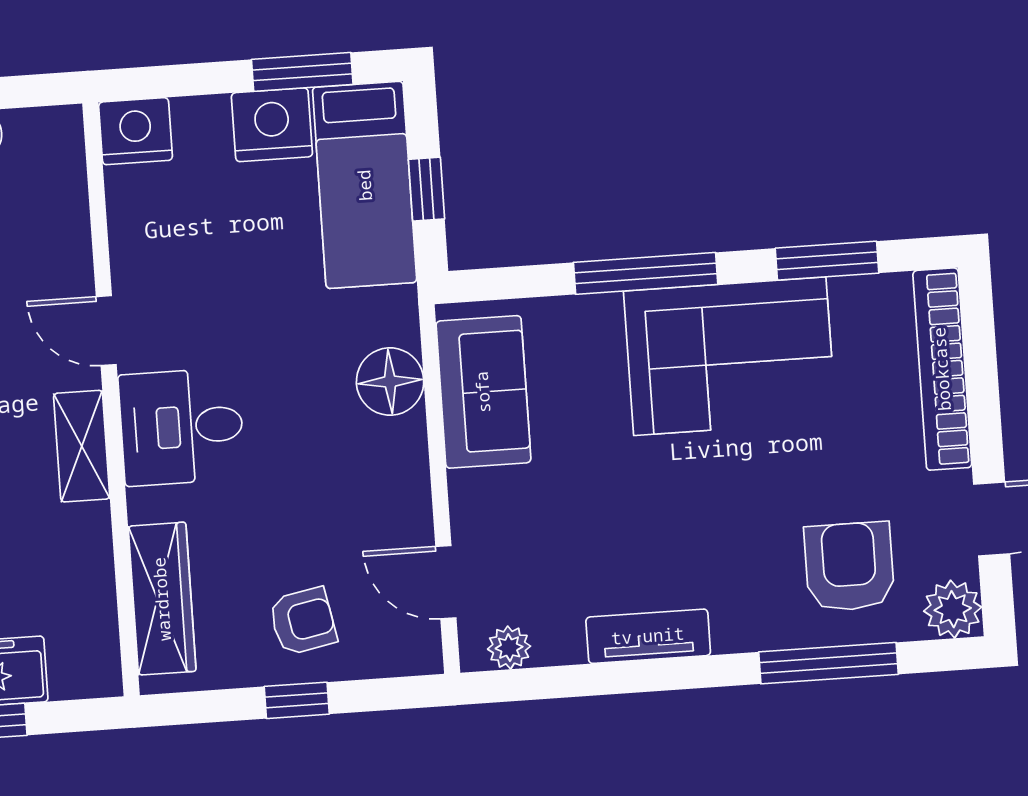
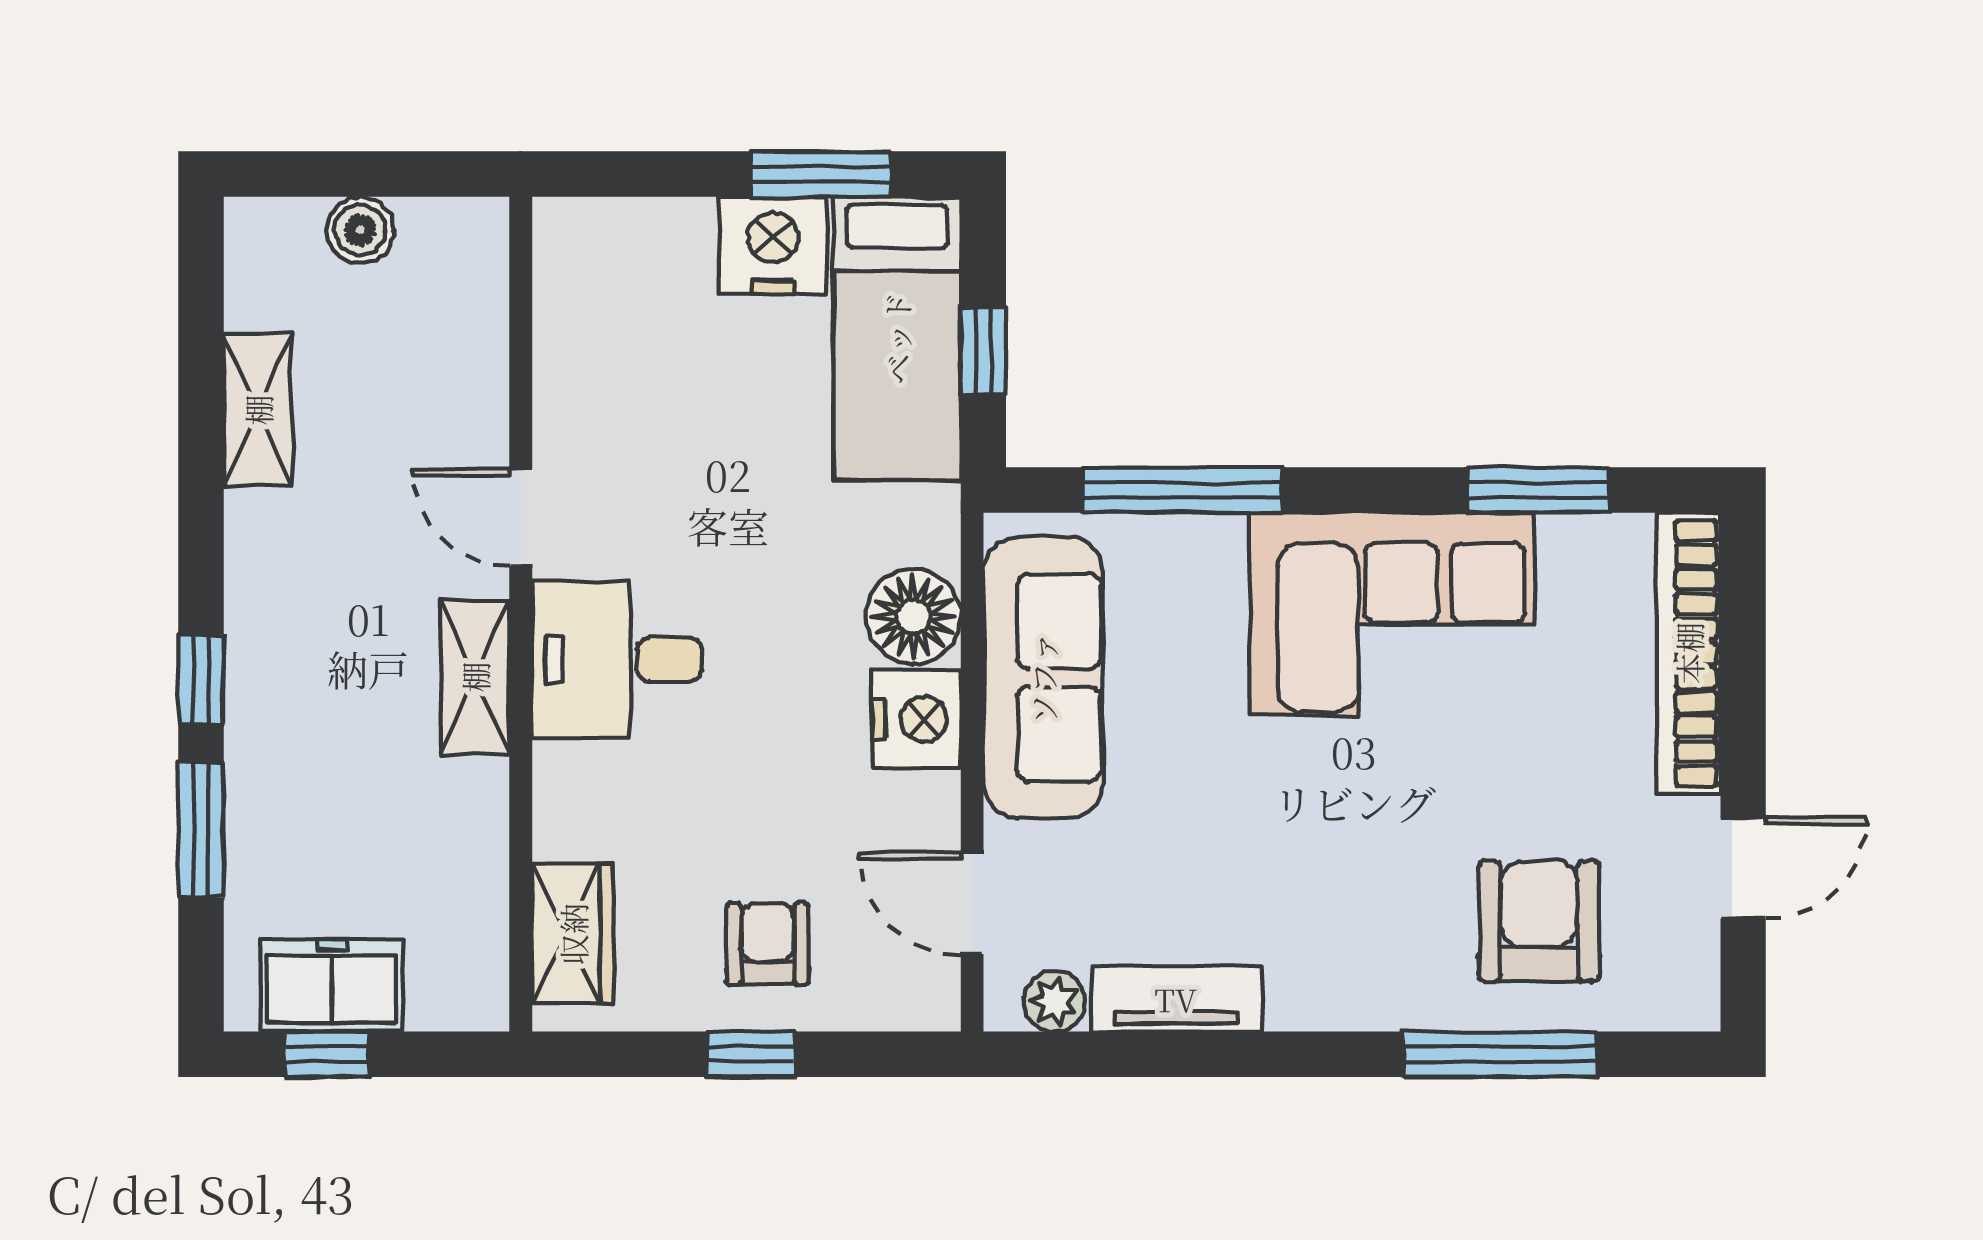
nightstand: (136, 131) -> (917, 719), moved, turned 90
window: (646, 273) -> (1182, 490), moved
sofa: (483, 392) -> (1043, 678), width x1.36
wardrobe: (162, 599) -> (573, 934), width x0.67
plant: (953, 609) -> (1680, 991), removed
armchair: (303, 621) -> (768, 944), turned -79
tv unit: (648, 636) -> (1176, 999), moved

